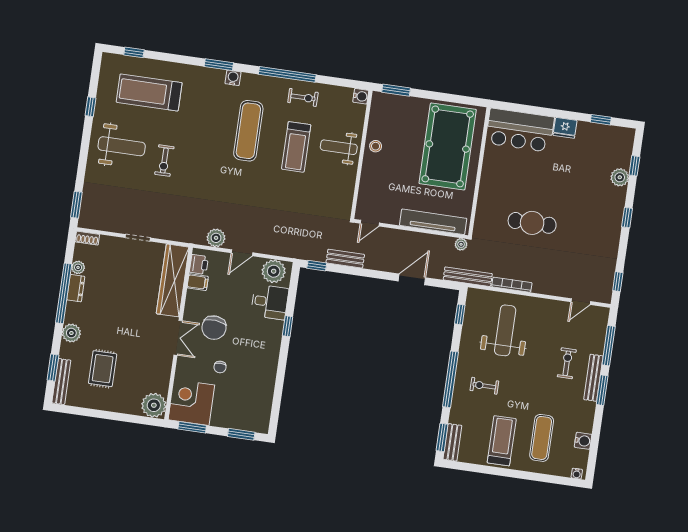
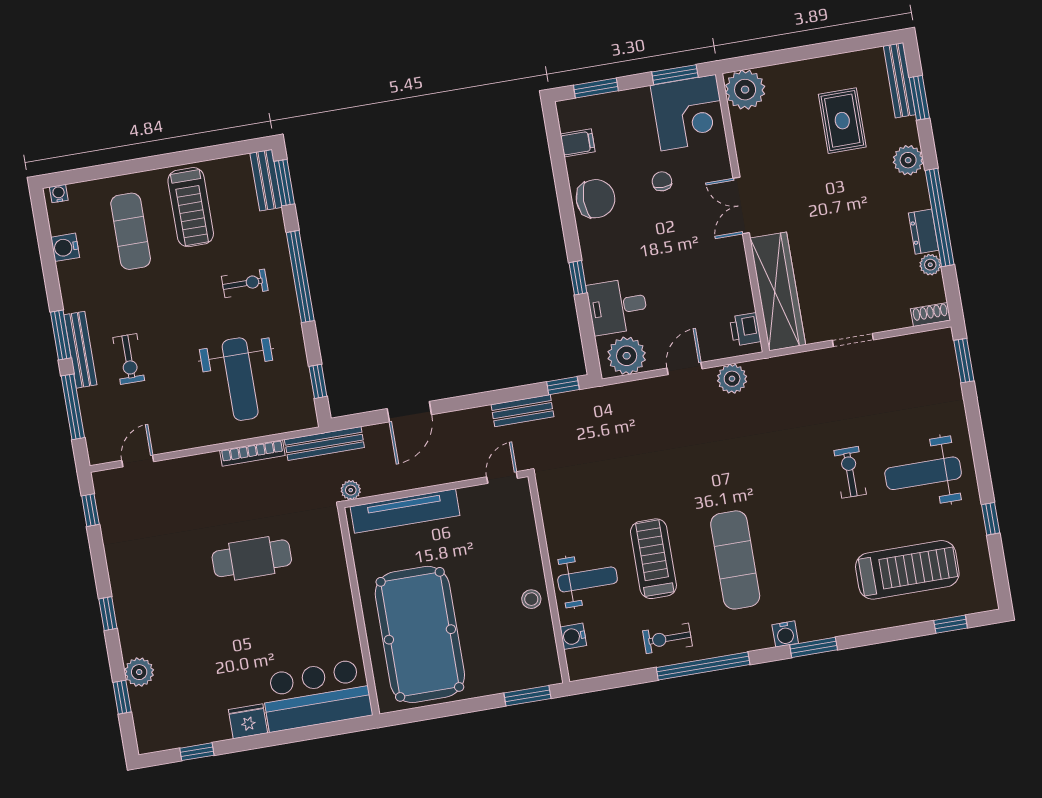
water cooler: (361, 96) -> (573, 636), moved
filing cabinet: (198, 282) -> (578, 143), moved, turned 180
chair: (214, 328) -> (596, 199), moved, turned 85

